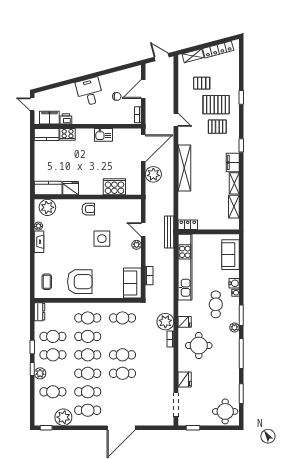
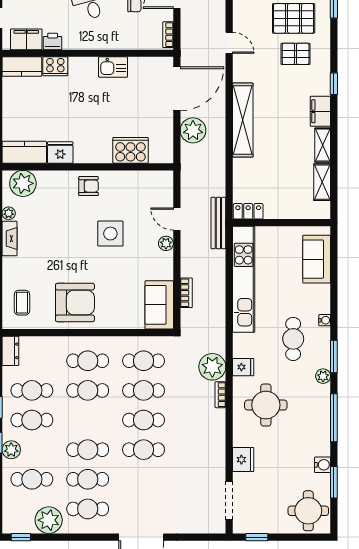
water cooler: (234, 283) -> (323, 465), moved
cafe table: (88, 355) -> (144, 390), moved

